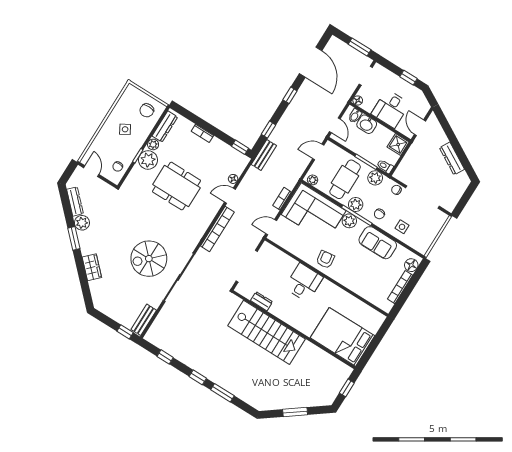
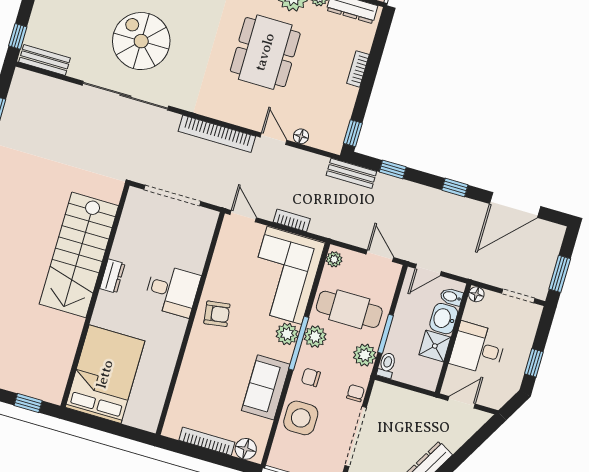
shower: (398, 145) -> (435, 346), moved
side table: (402, 227) -> (301, 418), width x1.87, depth x1.87
dresser: (262, 301) -> (112, 276), moved

